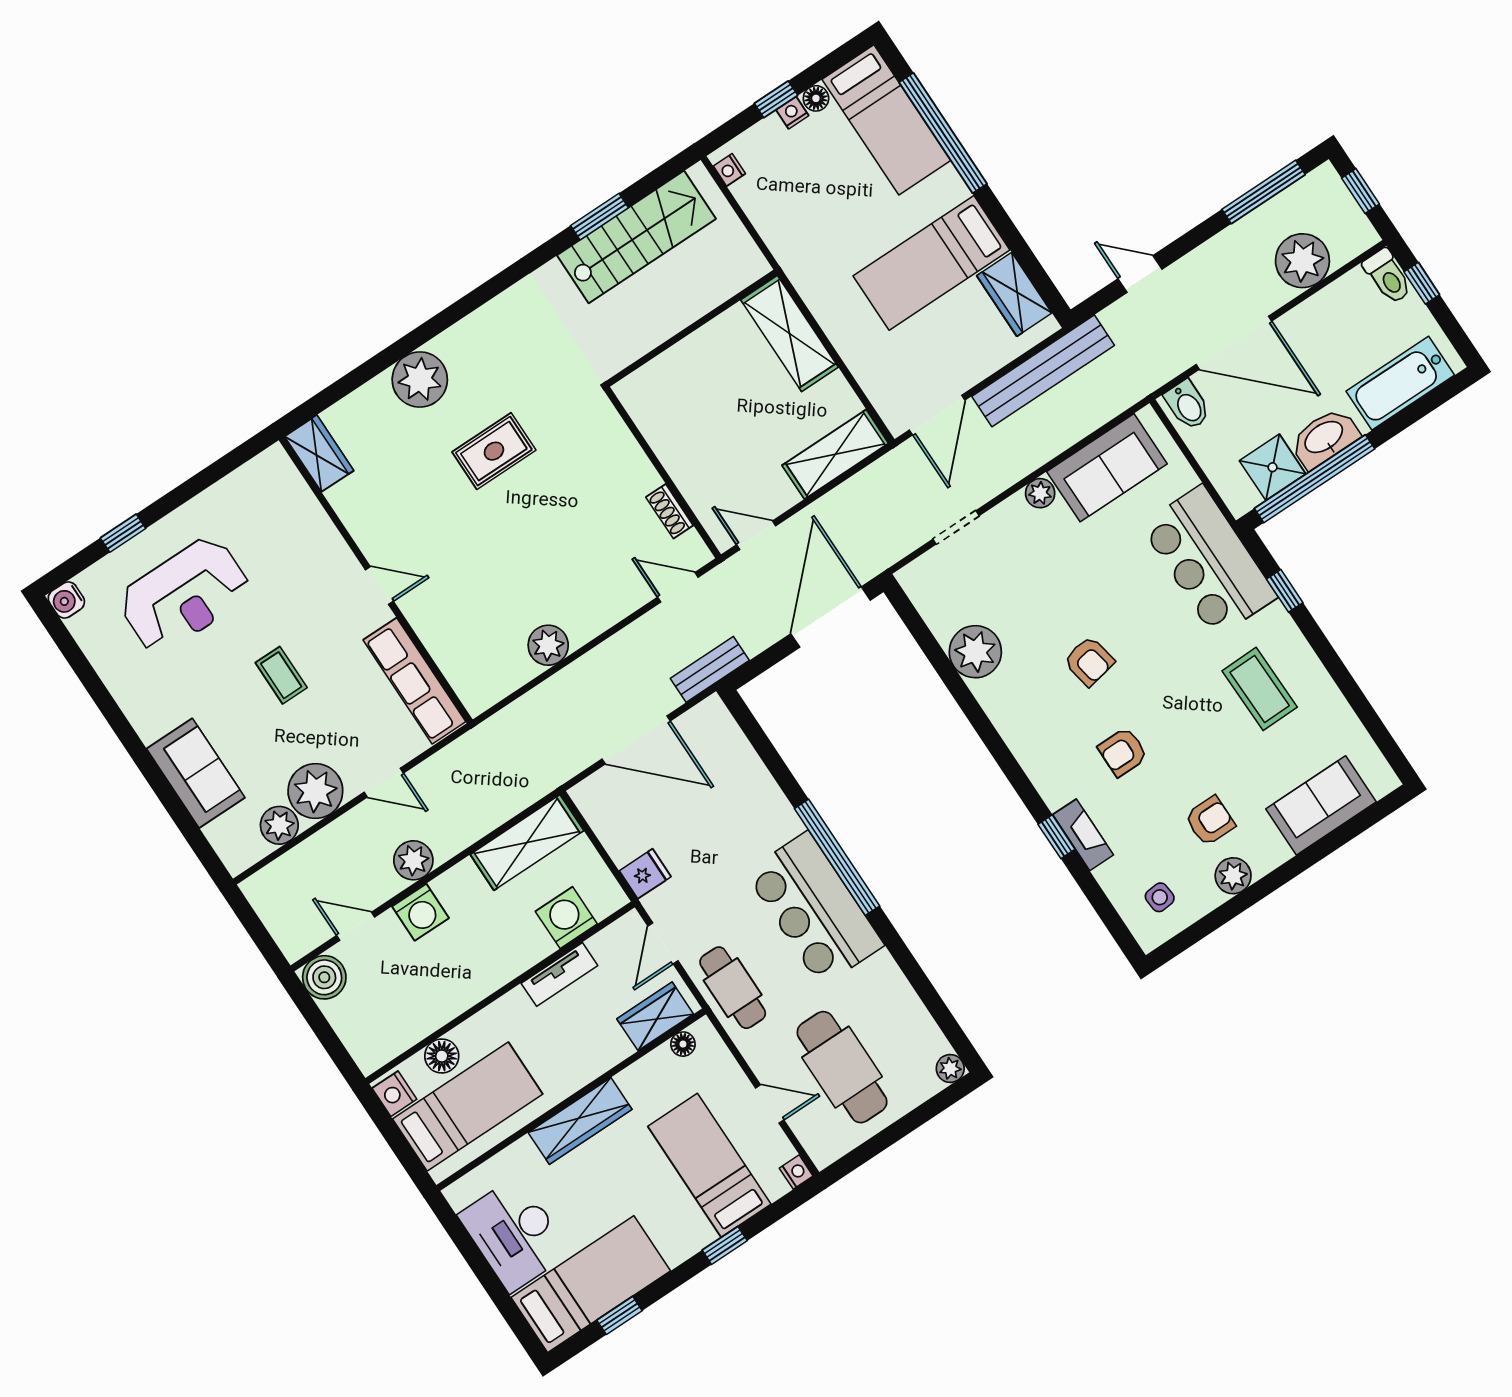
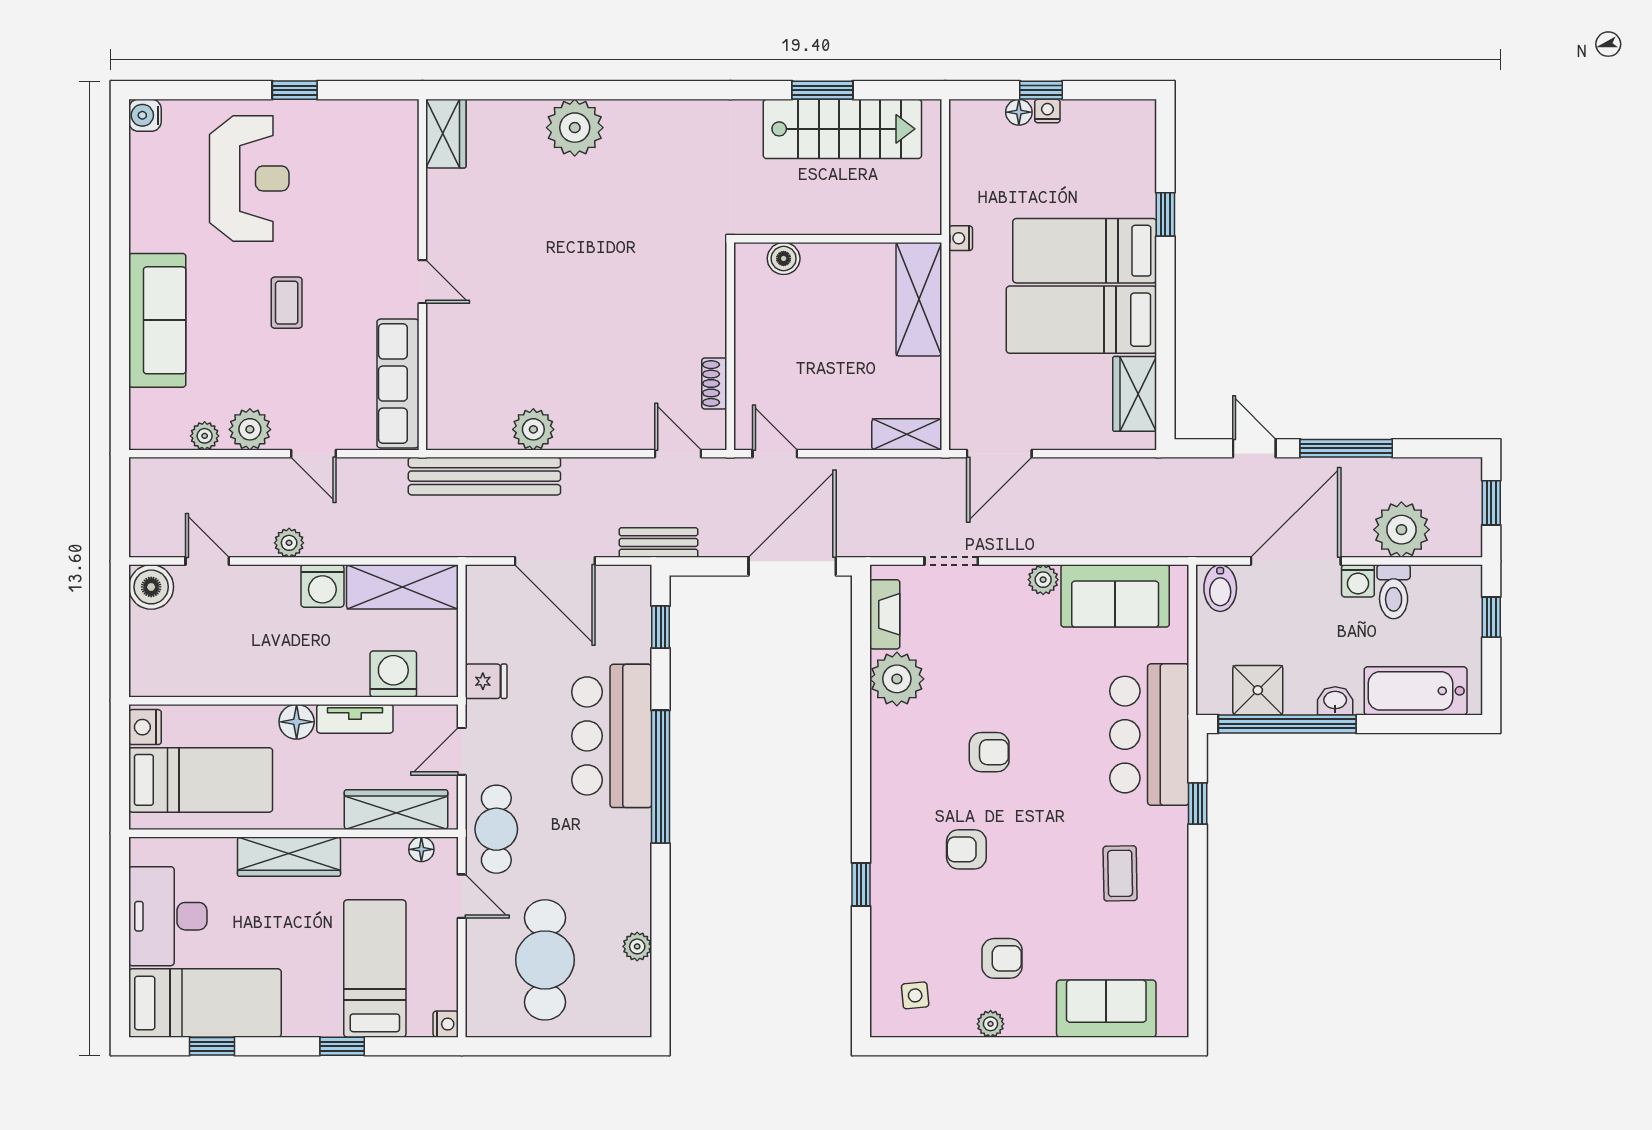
floor lamp: (816, 98) -> (1019, 112), moved
bed: (886, 120) -> (1085, 251), moved, turned 90
window: (943, 133) -> (1165, 214), width x0.32
nightstand: (729, 170) -> (961, 238), moved
window: (1263, 192) -> (1346, 448), moved
toilet: (1388, 276) -> (1394, 592), moved
washing machine: (1295, 325) -> (1358, 581), added
door: (1234, 343) -> (1296, 561), swing flipped
bench: (1043, 371) -> (484, 476), moved
boiler: (659, 373) -> (784, 259), added
washbasin: (1324, 438) -> (1335, 701), width x0.52, depth x0.69
rug: (494, 451) -> (598, 231), removed
shelving: (835, 454) -> (907, 434), width x0.67, depth x0.75
window: (123, 533) -> (295, 90), moved
reception desk: (184, 595) -> (249, 178), turned -90
armchair: (1089, 661) -> (989, 752), turned -79
coffee table: (1260, 689) -> (1120, 873), width x0.73, depth x0.77
window: (757, 737) -> (661, 627), added
sofa: (196, 773) -> (157, 320), width x1.36
plant: (315, 791) -> (250, 429), width x0.73, depth x0.73
plant: (279, 825) -> (205, 436), width x0.73, depth x0.73
fireplace: (1083, 835) -> (885, 614), moved
plant: (413, 860) -> (289, 543), width x0.73, depth x0.73
plant: (1233, 876) -> (991, 1024), width x0.73, depth x0.73
bar counter: (815, 909) -> (612, 736), moved
washing machine: (420, 912) -> (322, 586), moved
wardrobe: (655, 1016) -> (396, 810), width x1.50
floor lamp: (442, 1056) -> (297, 722), moved
plant: (950, 1068) -> (637, 946), moved
door: (770, 1104) -> (462, 896), moved

